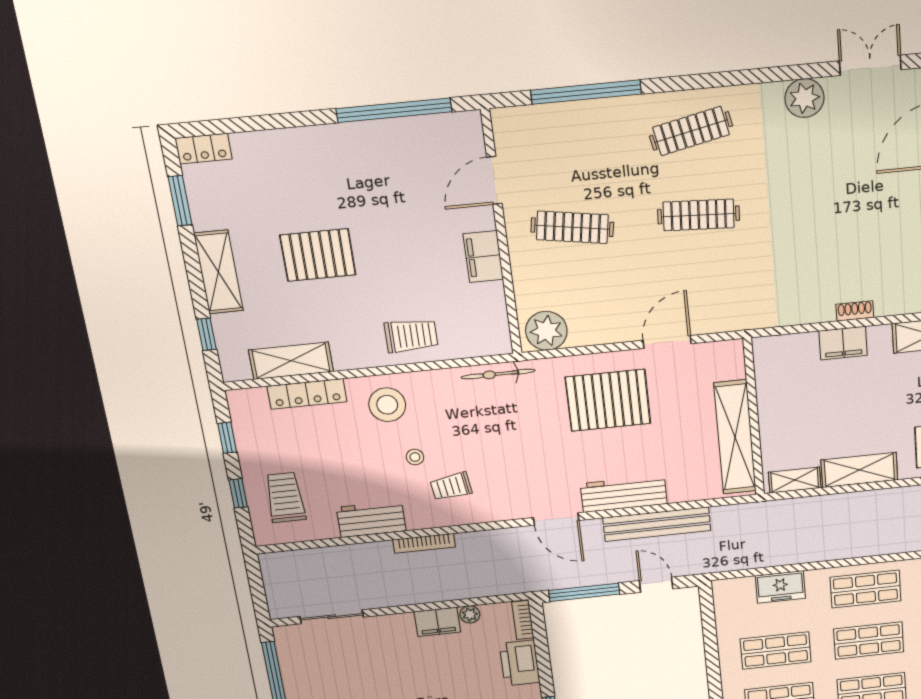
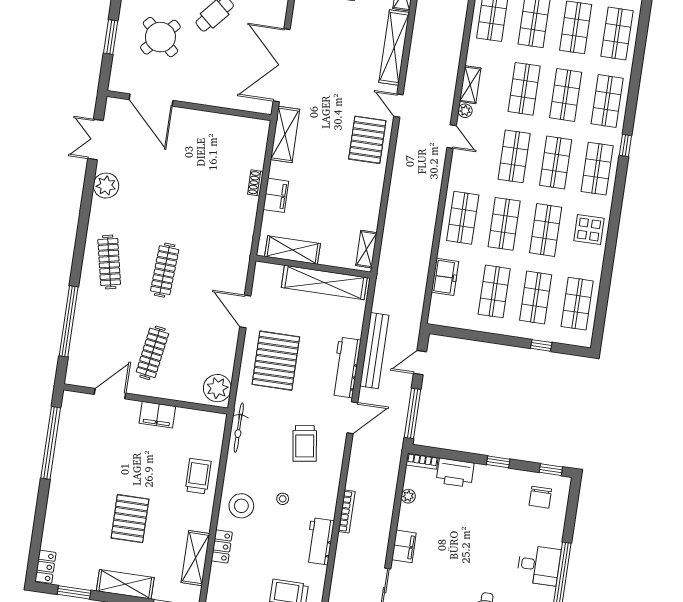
door: (494, 180) -> (110, 394), swing flipped
locker: (307, 394) -> (222, 546), width x0.66
shelving: (859, 470) -> (292, 250), moved, turned 90
trolley: (451, 486) -> (305, 443), moved, width x1.36, depth x1.39
filing cabinet: (437, 622) -> (404, 546), moved

